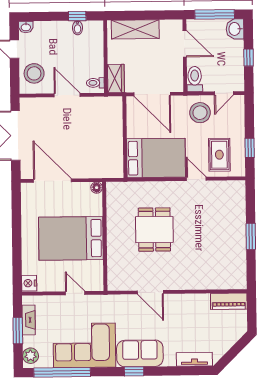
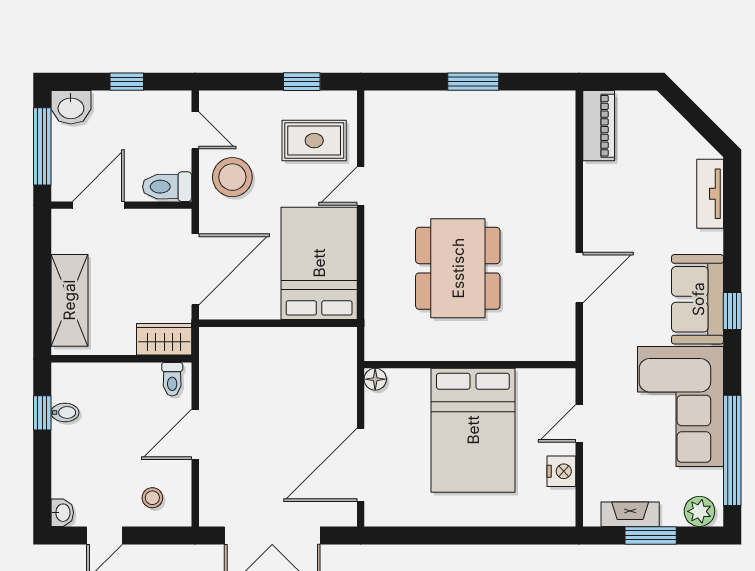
stool: (34, 73) -> (152, 498), width x0.53, depth x0.53
dining table: (154, 230) -> (458, 268), width x1.38
nightstand: (29, 283) -> (561, 471), moved, turned -90

